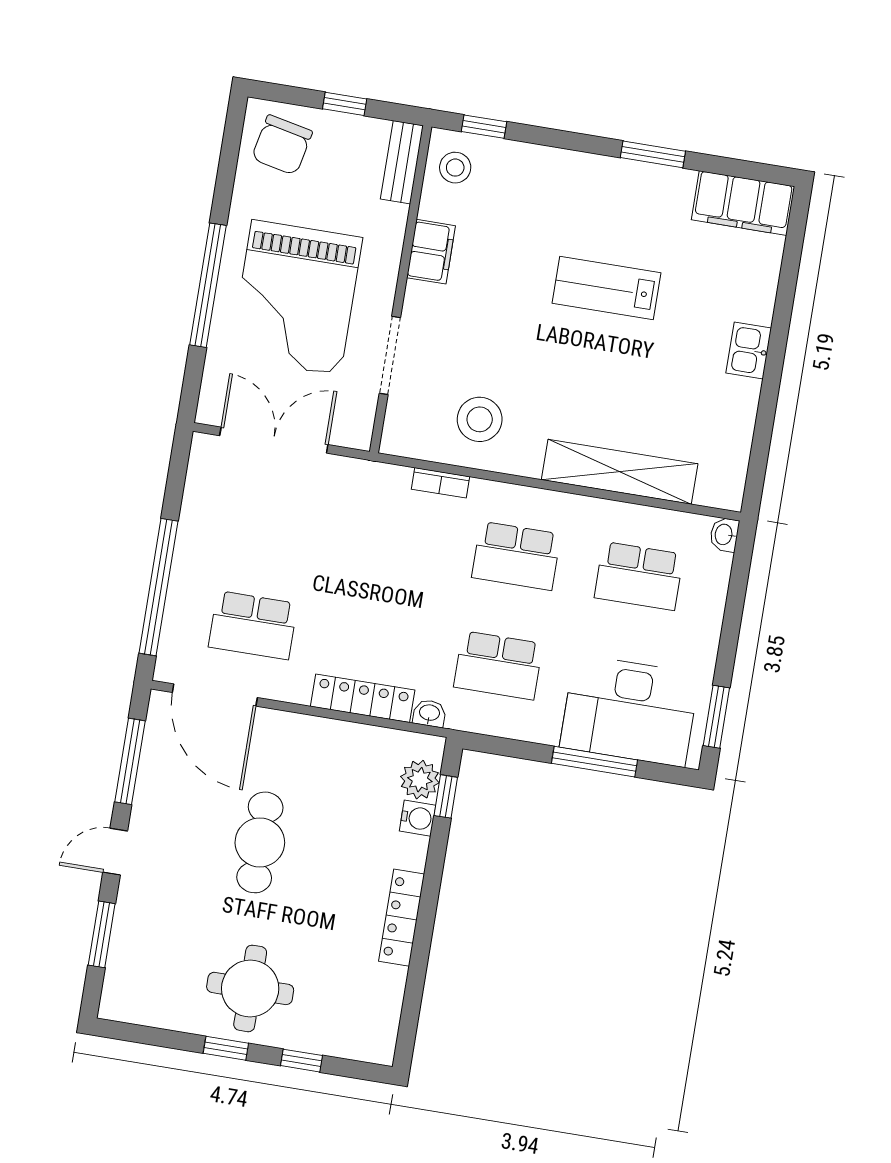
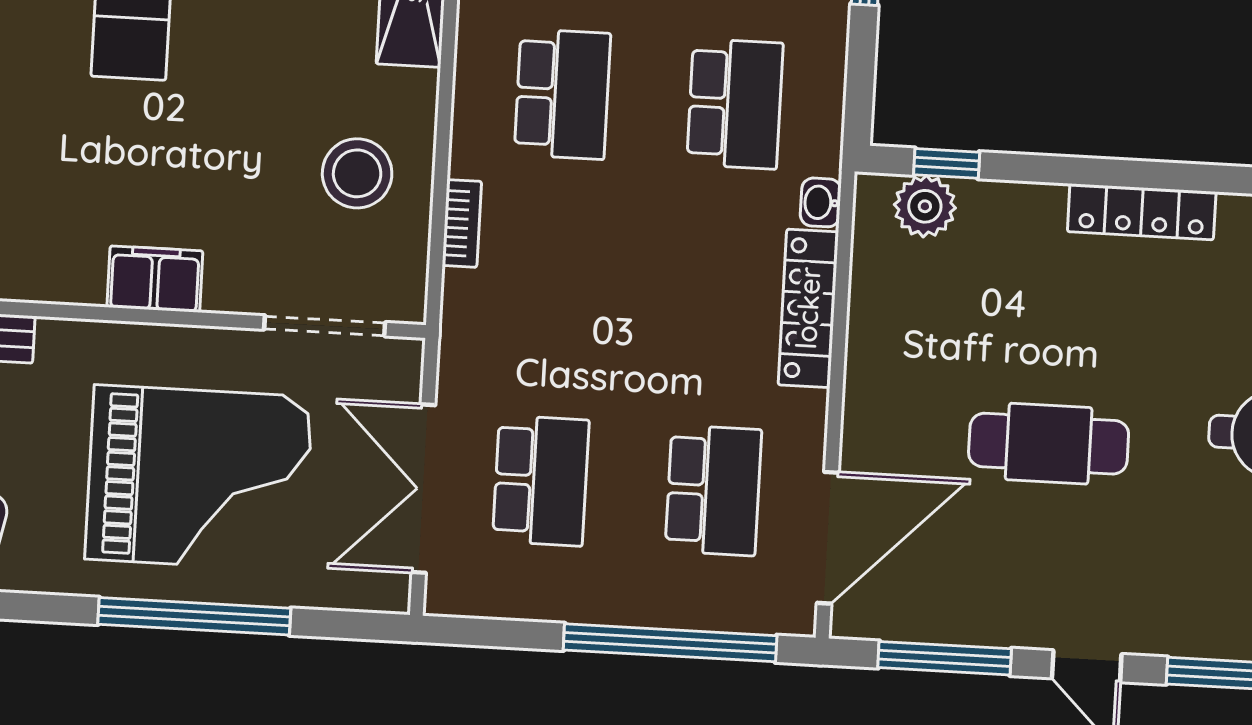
filing cabinet: (431, 252) -> (155, 279), moved
doorway: (390, 355) -> (325, 326), moved
school desk: (271, 516) -> (541, 481), added
water cooler: (418, 818) -> (985, 203), removed

